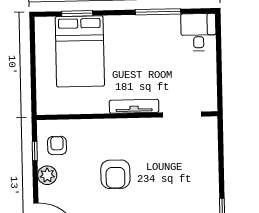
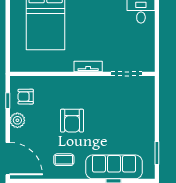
tv unit: (134, 106) -> (88, 66), width x0.71
armchair: (57, 145) -> (26, 97), turned -90

